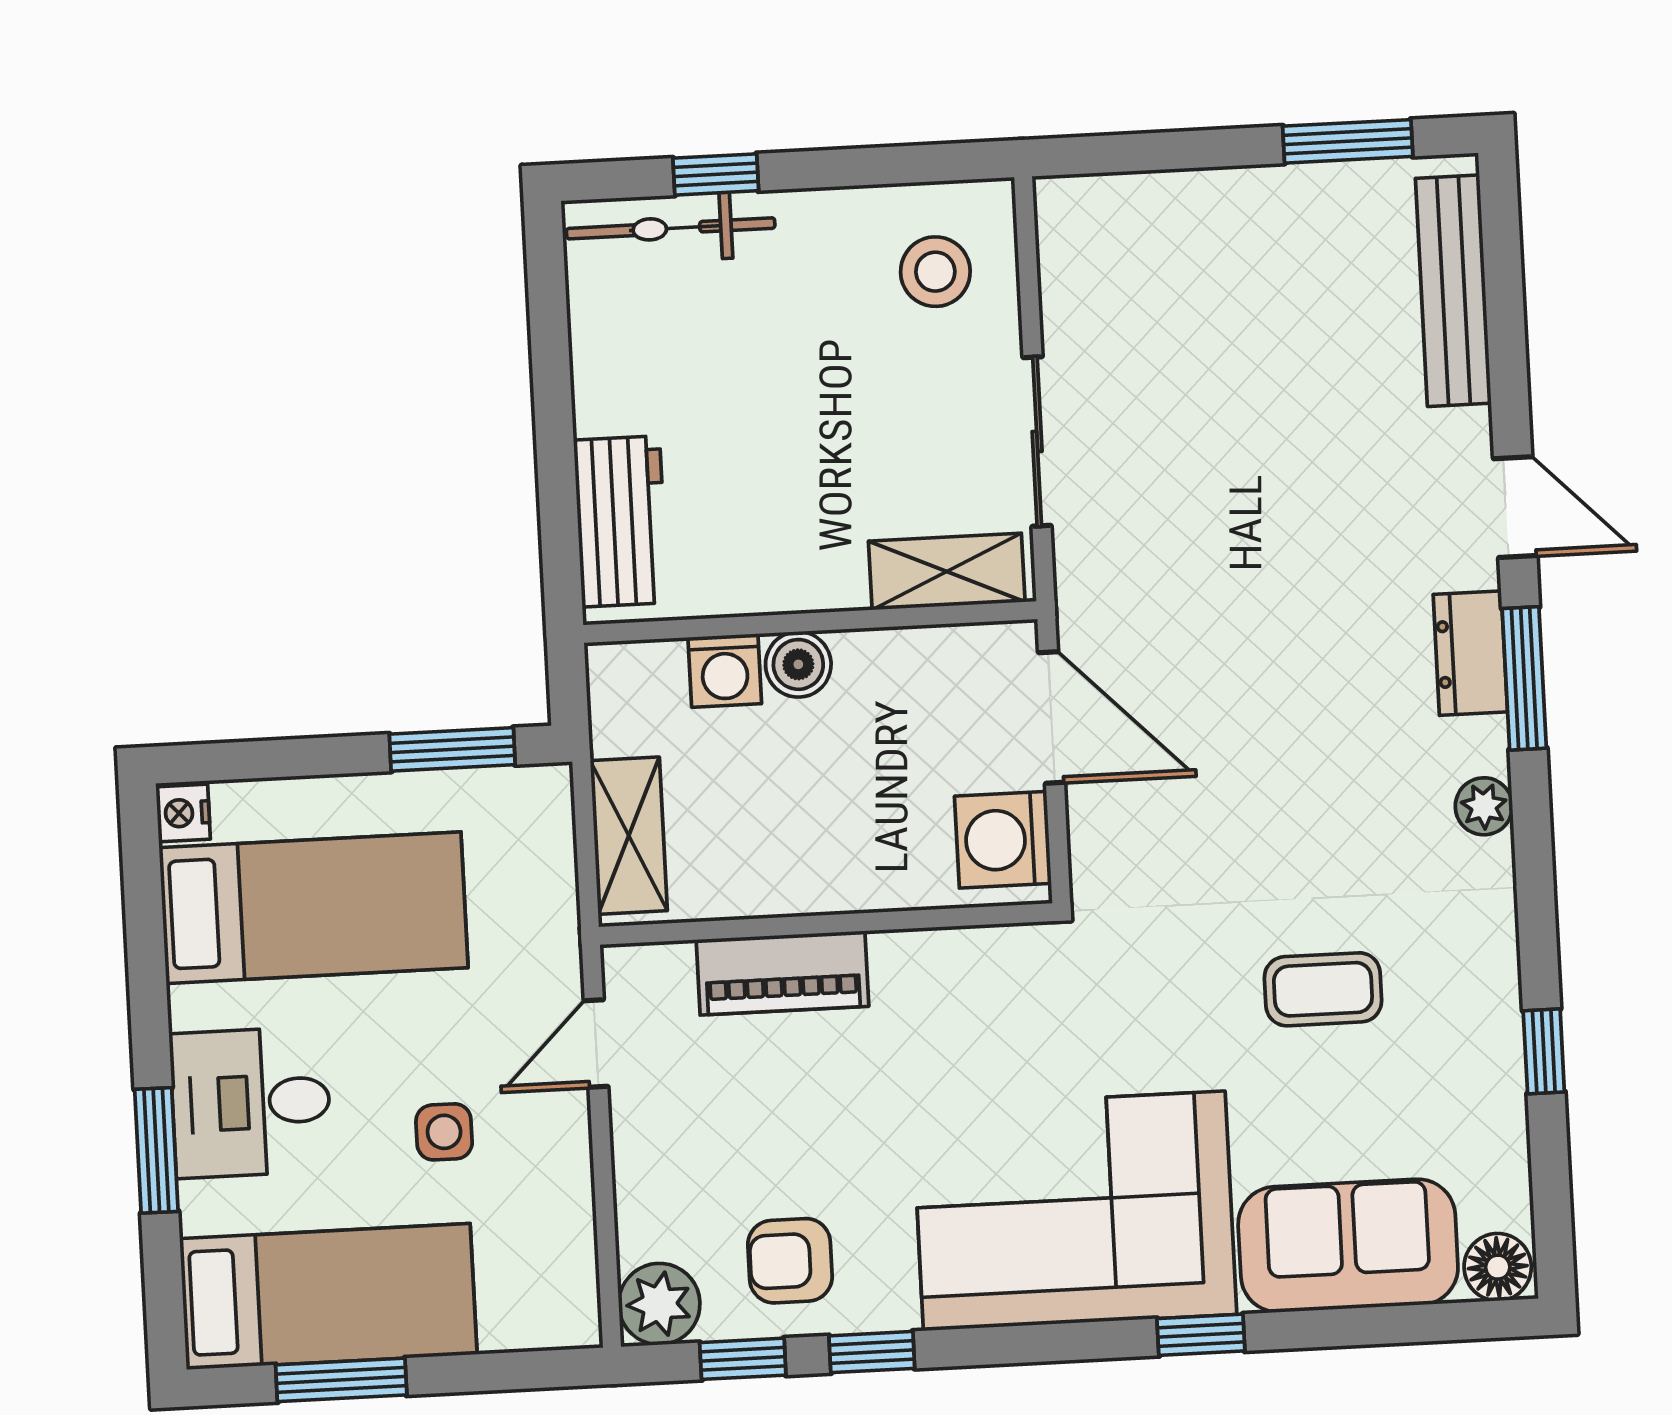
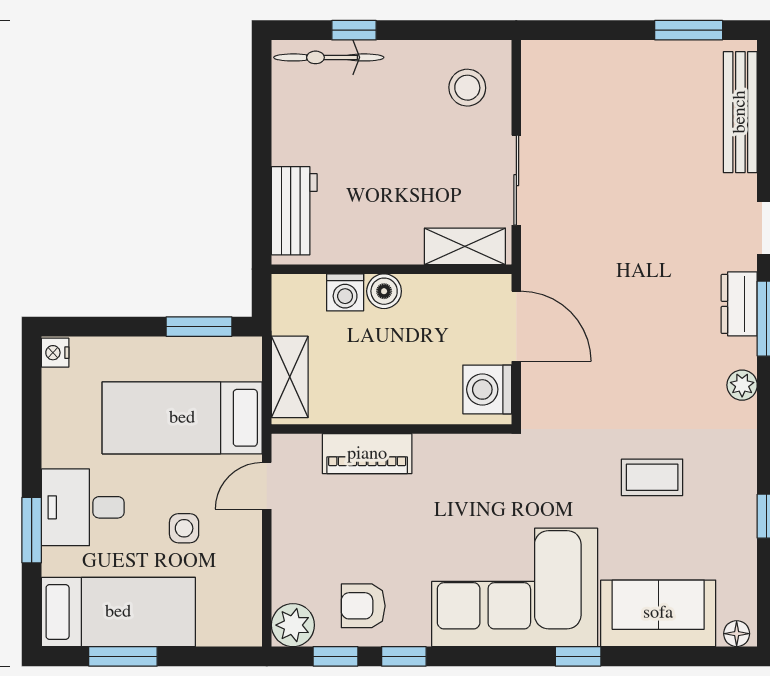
bed: (314, 908) -> (182, 418), moved, turned 180
floor lamp: (1498, 1267) -> (737, 634), width x0.73, depth x0.73

